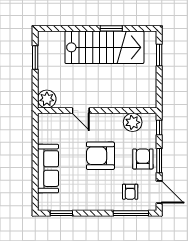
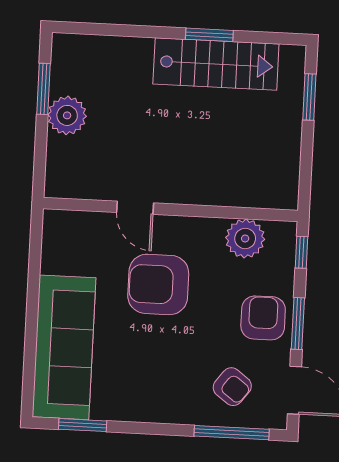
stairs: (104, 47) -> (216, 64), width x0.73, depth x0.66
plant: (47, 99) -> (67, 115), moved
armchair: (100, 156) -> (158, 284), moved
sofa: (48, 169) -> (64, 347), width x1.36, depth x1.27
armchair: (130, 192) -> (232, 387), turned -53

